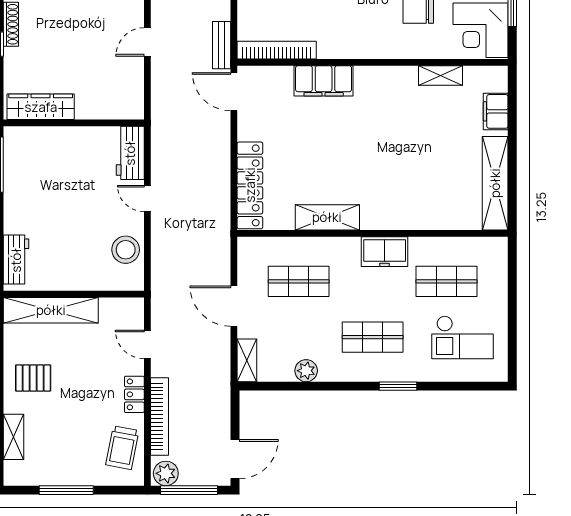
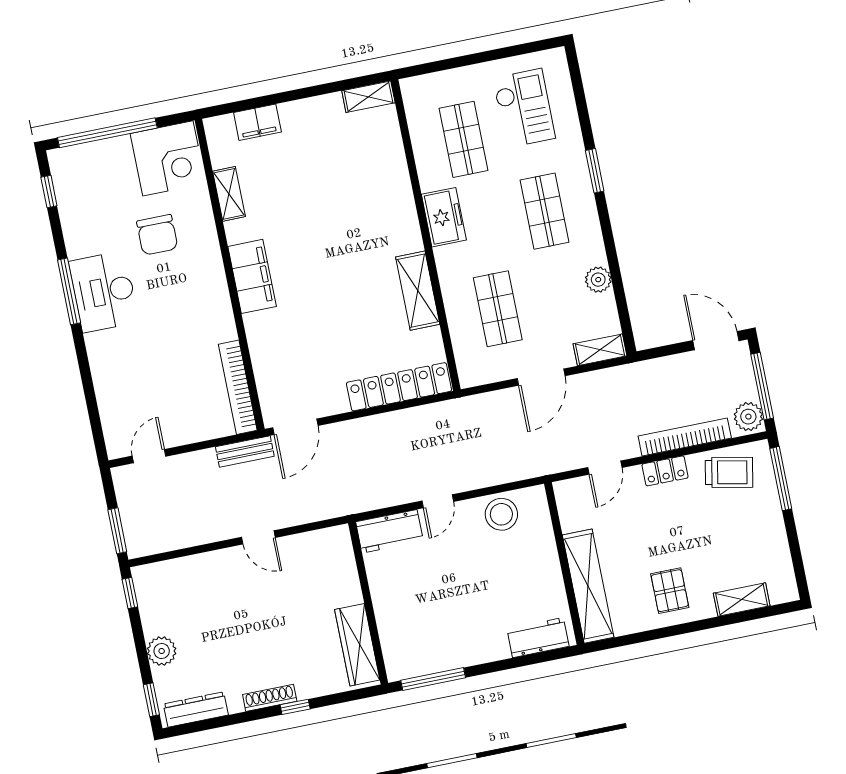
filing cabinet: (324, 81) -> (252, 276), moved
shelving: (495, 183) -> (368, 97), width x0.45, depth x0.75
window: (66, 490) -> (781, 479), moved

